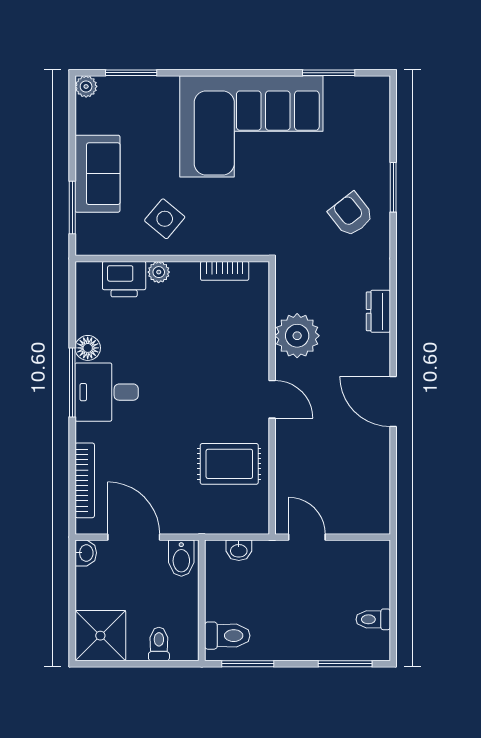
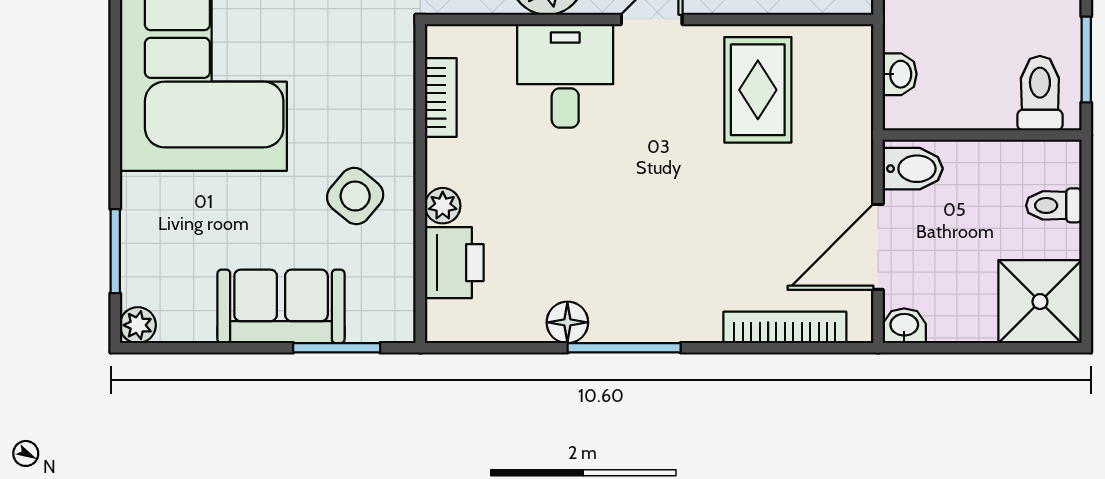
desk: (107, 392) -> (565, 76), moved, turned 180

